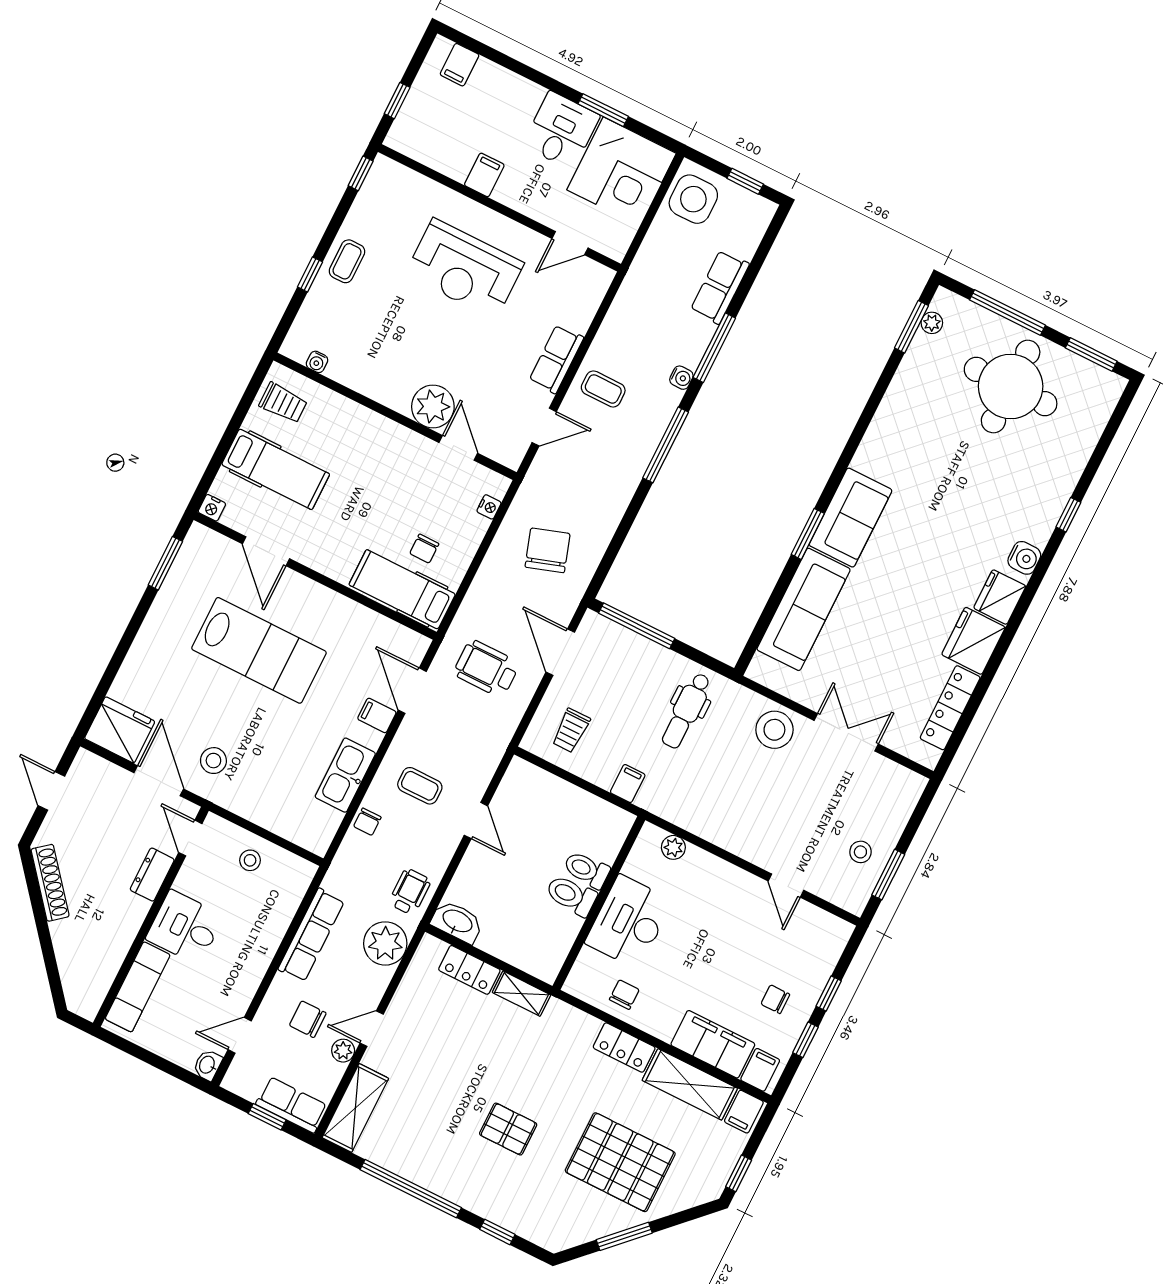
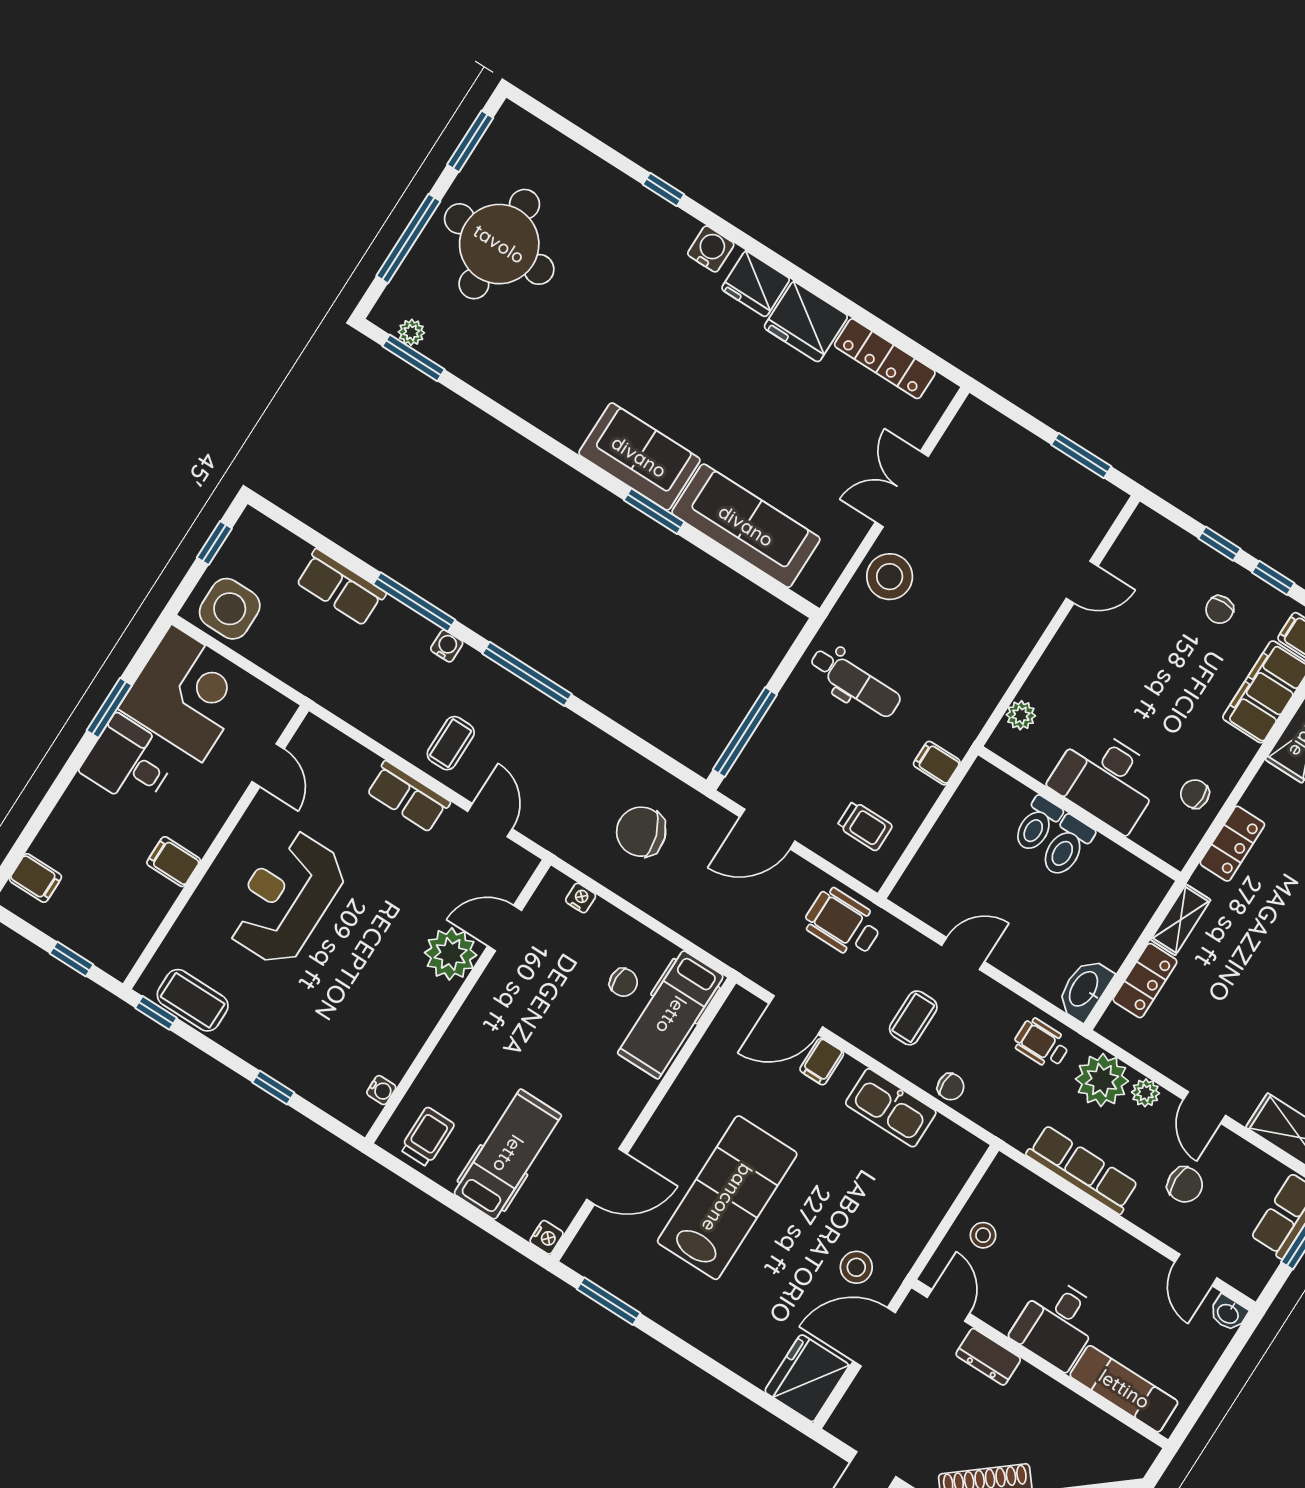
coffee table: (347, 261) -> (193, 1000), moved, width x1.36, depth x1.30
reception desk: (464, 269) -> (286, 898), turned 180
wheelchair: (486, 669) -> (843, 923), moved, turned 90
door: (190, 838) -> (948, 1305), swing flipped
stool: (860, 852) -> (1050, 487), removed
chair: (308, 1019) -> (1185, 1185), turned -90
locker: (624, 1048) -> (1232, 844), moved
plant: (343, 1051) -> (1145, 1093), moved

